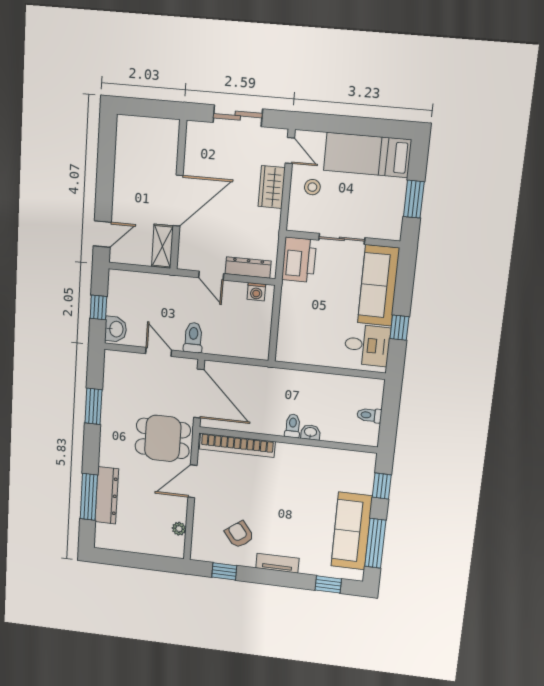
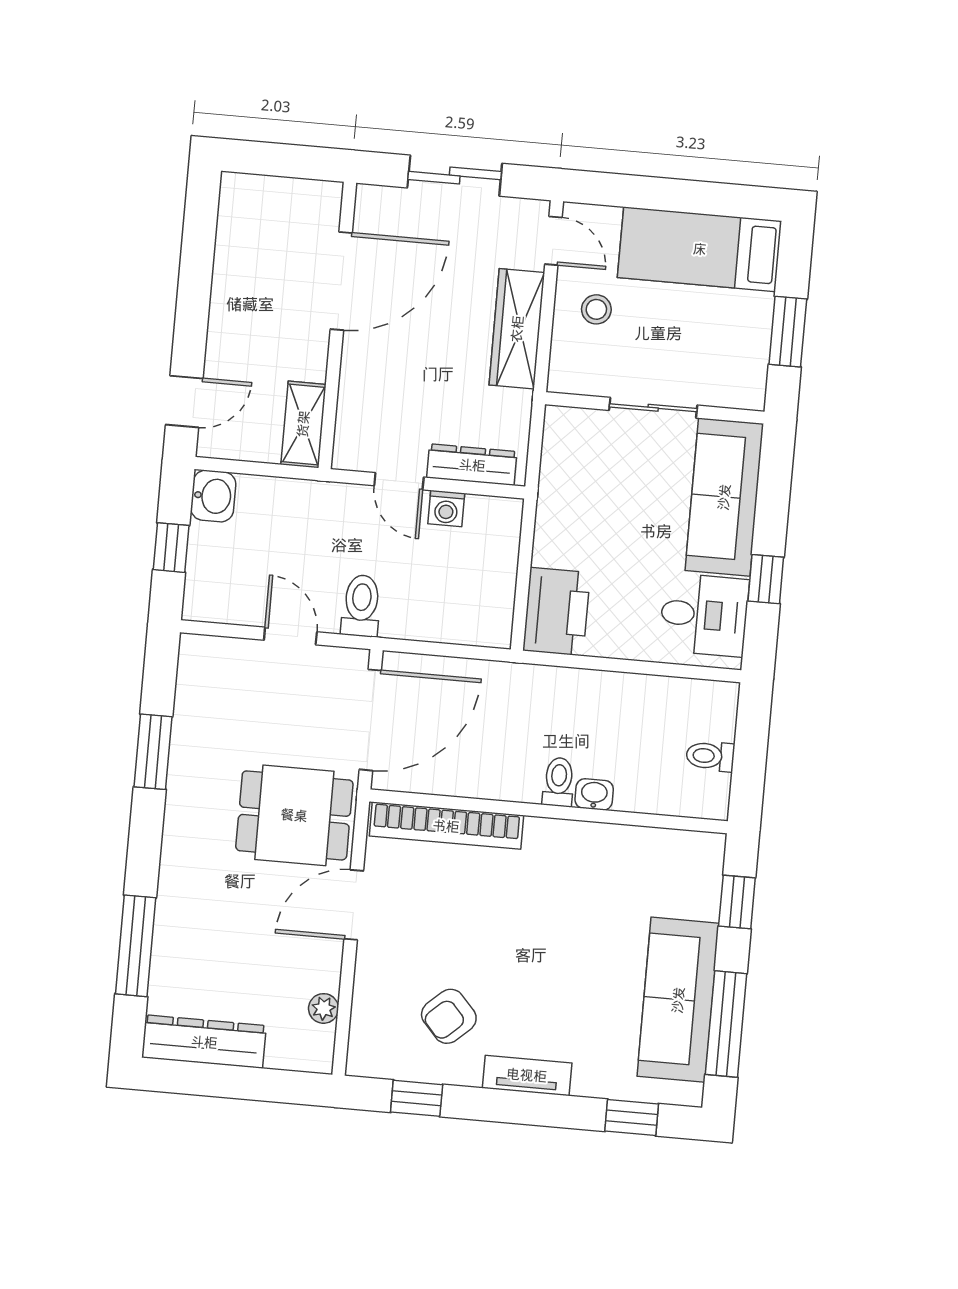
wardrobe: (272, 187) -> (517, 329), width x1.50
door: (178, 201) -> (341, 281), moved
printer: (299, 260) -> (557, 612), moved
washing machine: (256, 292) -> (446, 508), moved
washbasin: (116, 329) -> (213, 496), moved
door: (199, 394) -> (370, 720), hinge flipped
dresser: (107, 495) -> (204, 1042), moved, turned -90
armchair: (239, 535) -> (449, 1016), turned -95

